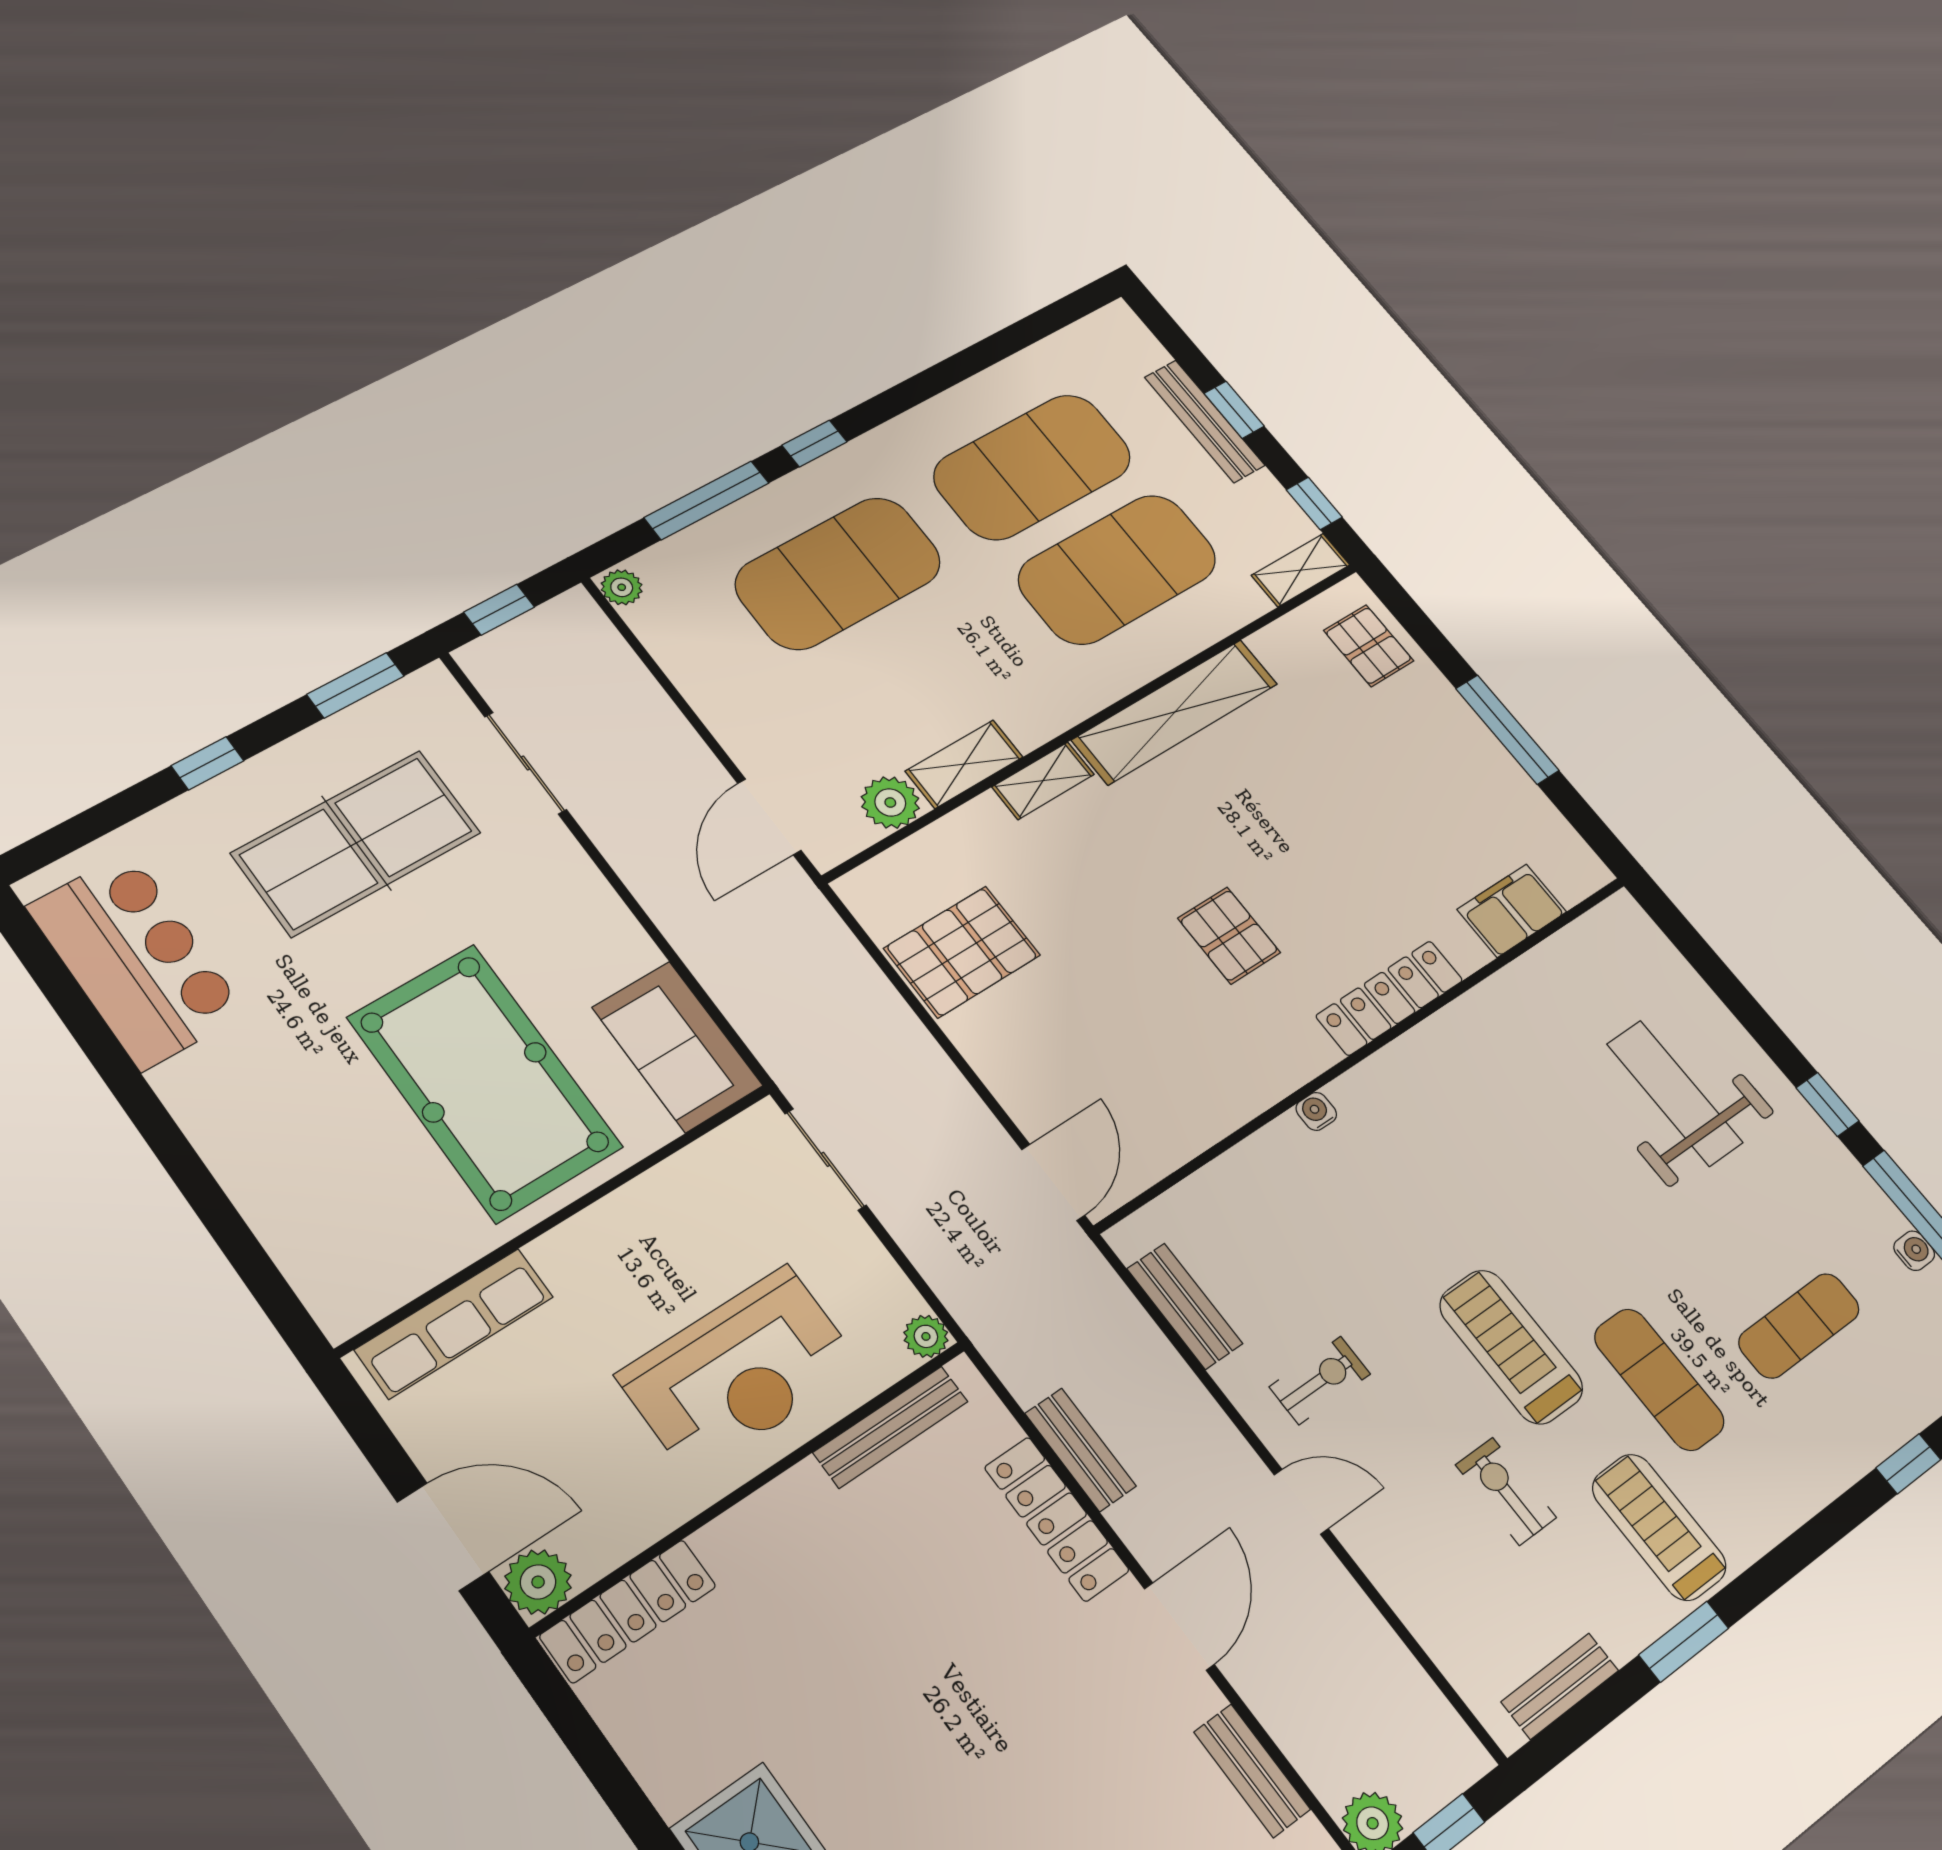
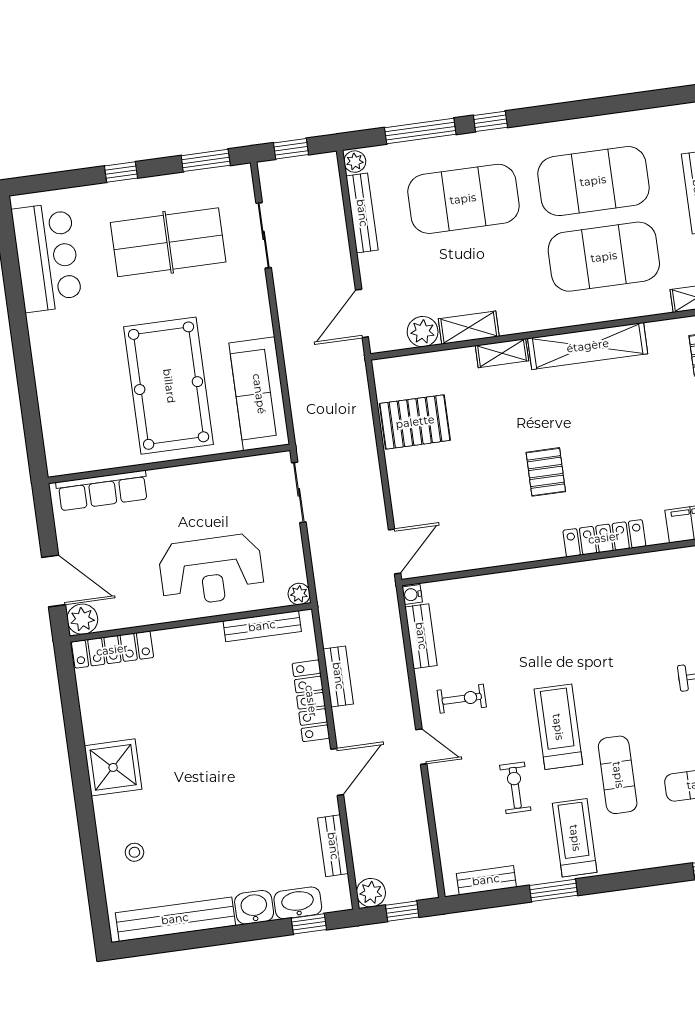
bench: (679, 661) -> (362, 213), added
sofa: (677, 1047) -> (259, 394), width x1.36
water cooler: (1316, 1111) -> (412, 594), moved, turned -90

